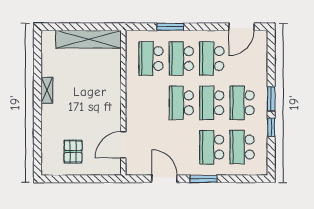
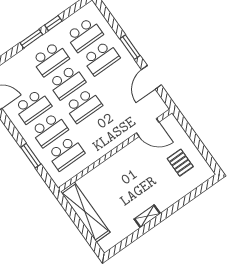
pallet: (73, 152) -> (180, 163), turned 90

